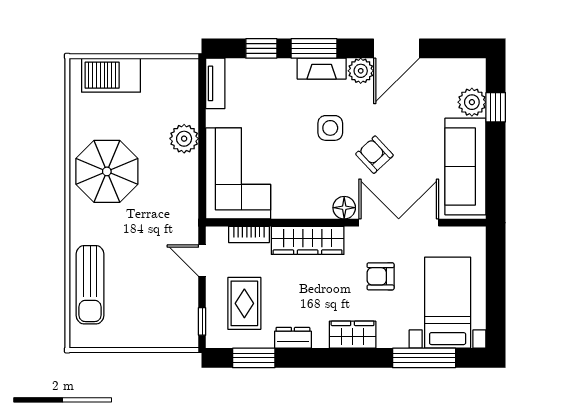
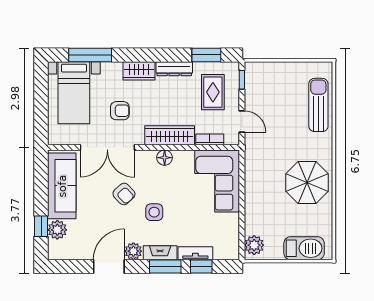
tv unit: (215, 83) -> (195, 253), moved, turned 90
plant: (184, 139) -> (254, 245), moved
floor lamp: (344, 208) -> (165, 158), moved
dresser: (293, 338) -> (174, 69), width x1.44

